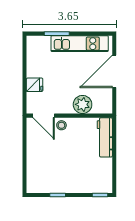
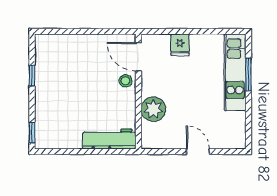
kitchen unit: (80, 44) -> (235, 72), moved
door: (114, 71) -> (198, 152), width x0.53
door: (44, 116) -> (139, 57), hinge flipped

